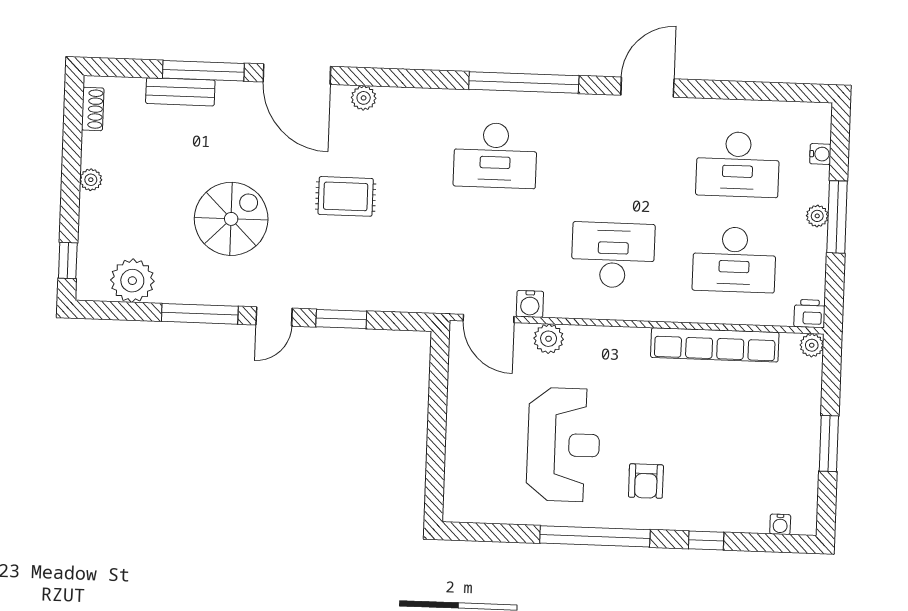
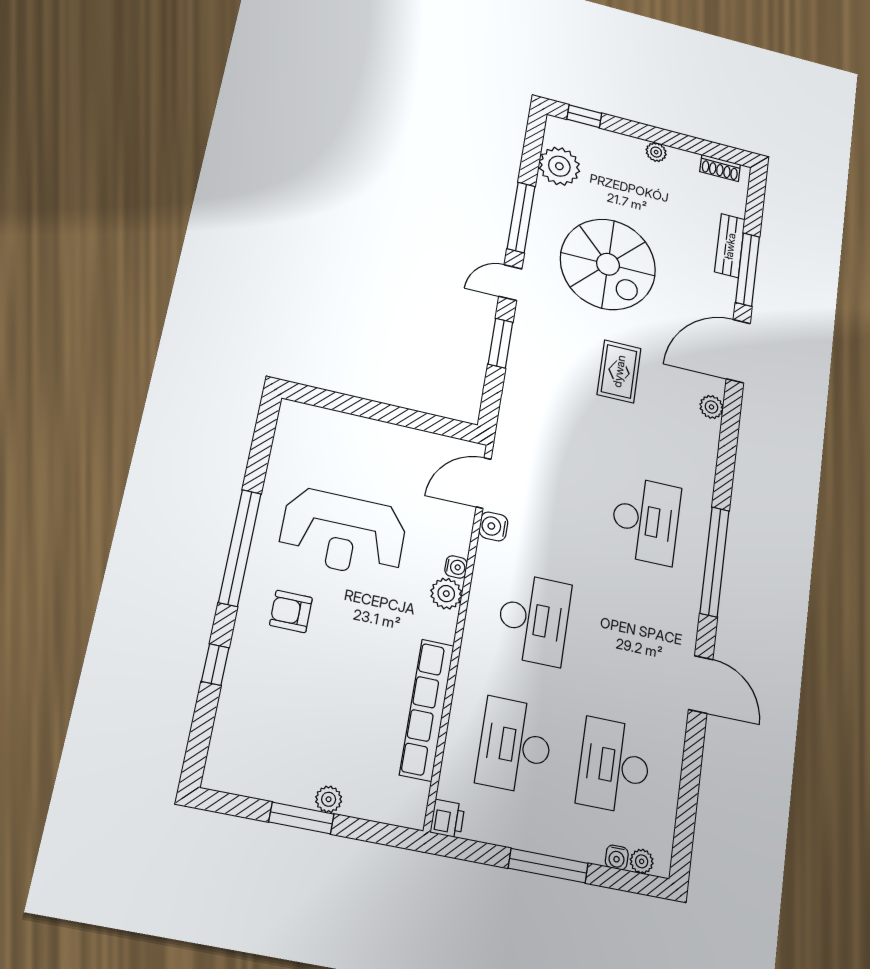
desk: (495, 155) -> (646, 520), turned 180
plant: (817, 216) -> (642, 861), moved
spiral stairs: (231, 219) -> (608, 264), width x1.37, depth x1.37
door: (274, 317) -> (510, 283), hinge flipped
plant: (549, 339) -> (446, 594), moved
plant: (812, 345) -> (329, 799), moved
water cooler: (780, 524) -> (456, 567), moved, turned 180

